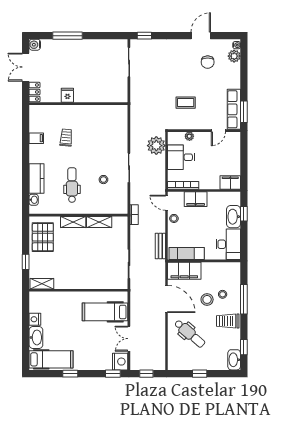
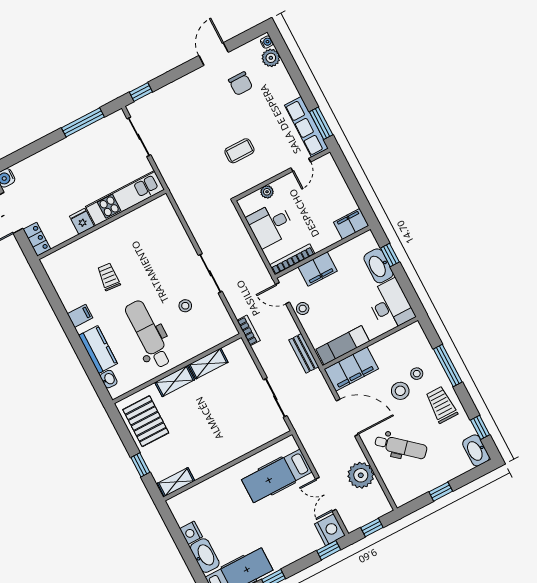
window: (67, 36) -> (83, 122), moved
kitchen unit: (101, 95) -> (125, 198), added
filing cabinet: (36, 138) -> (80, 316), moved
plant: (156, 146) -> (361, 475), moved
dental chair: (72, 185) -> (148, 334), width x1.36, depth x1.38
trolley: (228, 321) -> (441, 405), turned 90

